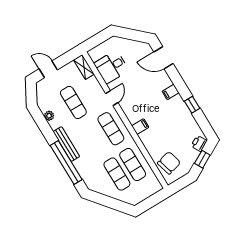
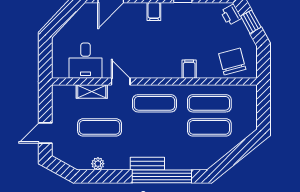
shelving: (84, 67) -> (92, 92), moved
filing cabinet: (140, 127) -> (189, 69), moved
bench: (66, 144) -> (147, 164), width x0.73

